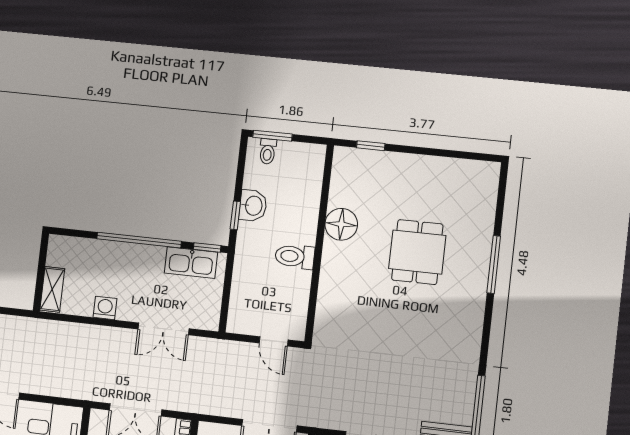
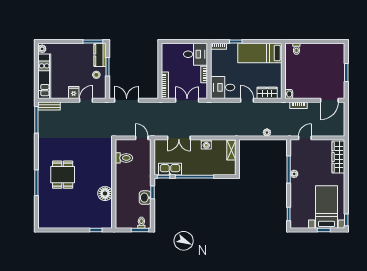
dining table: (417, 252) -> (63, 175), moved
toilet: (295, 257) -> (124, 158), moved
double door: (163, 329) -> (179, 138), swing flipped
door: (274, 341) -> (142, 138), moved

